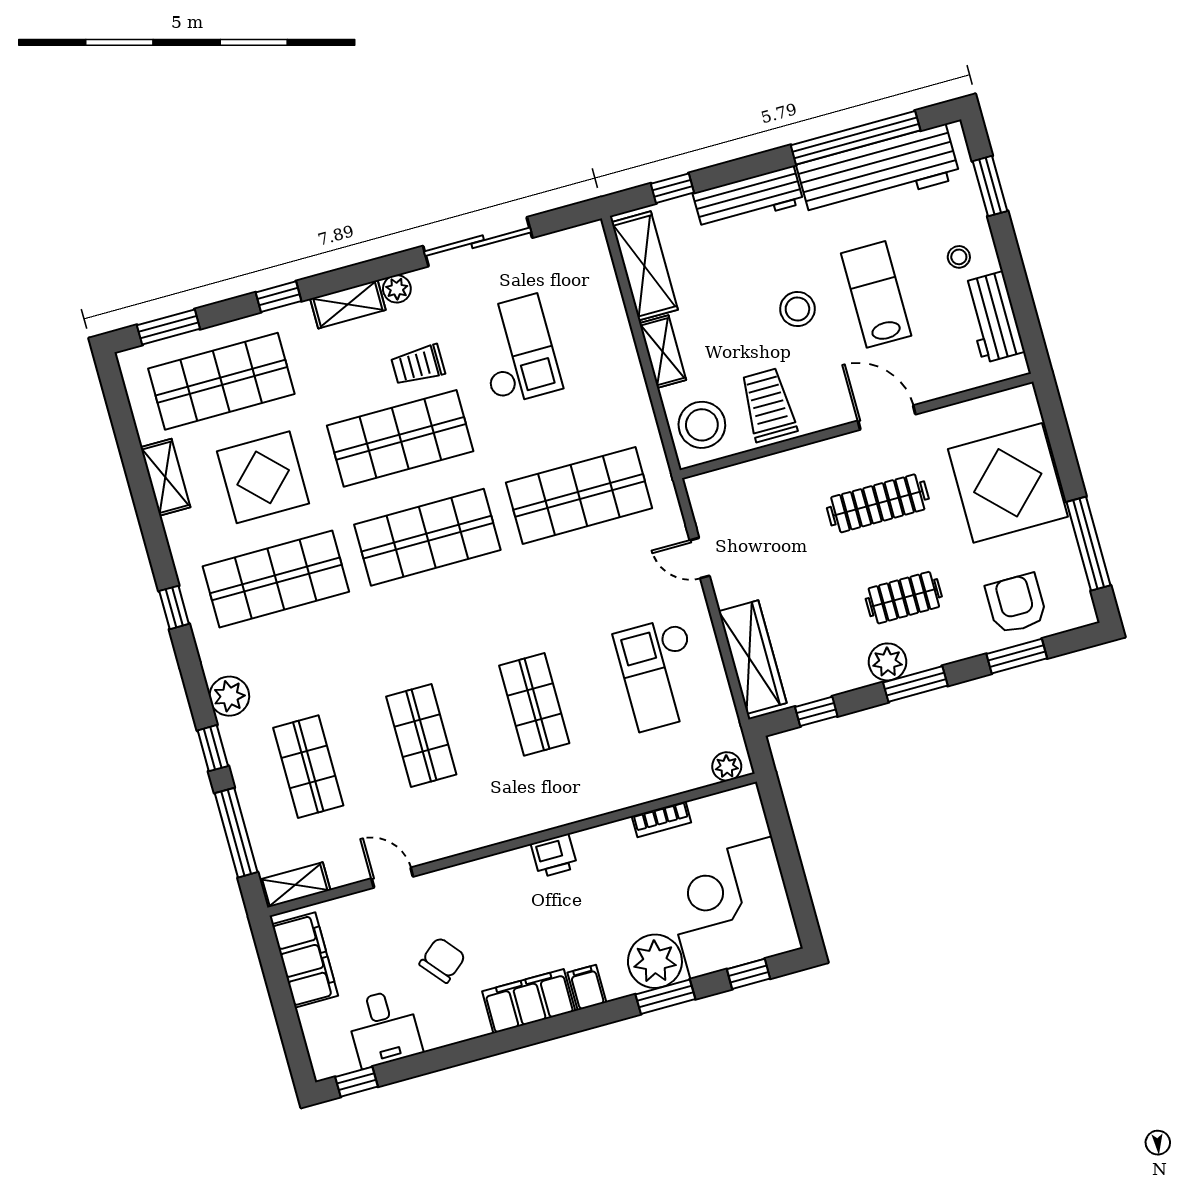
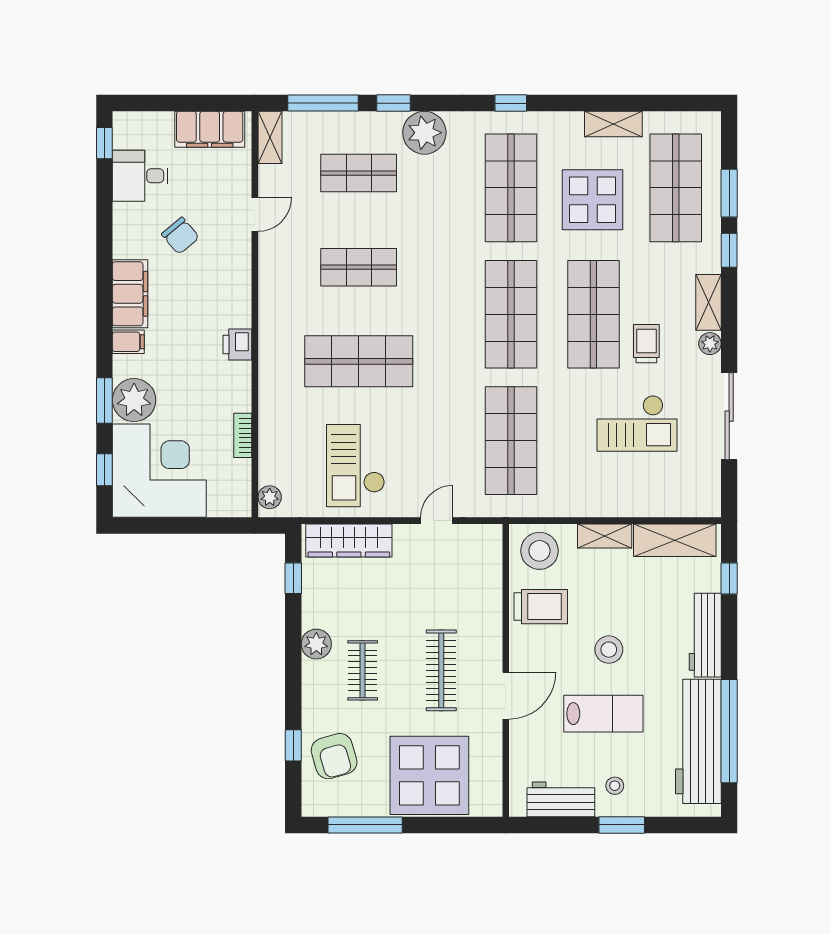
window: (990, 186) -> (622, 825), moved
window: (168, 327) -> (729, 193), moved
armchair: (1016, 604) -> (334, 756), turned 74
window: (1017, 656) -> (293, 745), width x0.67
checkout: (660, 674) -> (356, 466), turned -90
window: (915, 684) -> (293, 661), removed
plant: (229, 696) -> (424, 133), width x1.36, depth x1.36
shop shelf: (534, 704) -> (359, 361), width x1.43, depth x1.36

